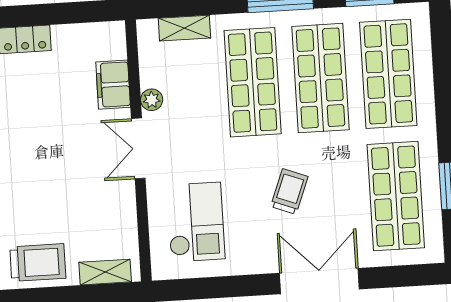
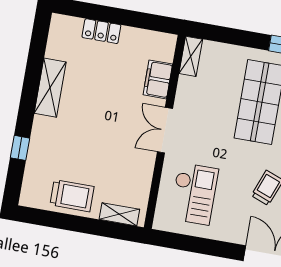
shelving: (184, 28) -> (191, 56), moved, turned 90
plant: (152, 100) -> (183, 97), removed

